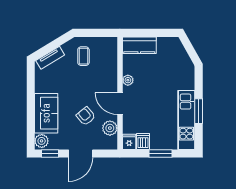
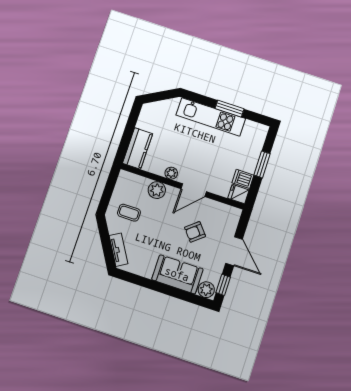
kitchen unit: (186, 120) -> (211, 117), moved
plant: (110, 128) -> (157, 190), moved

